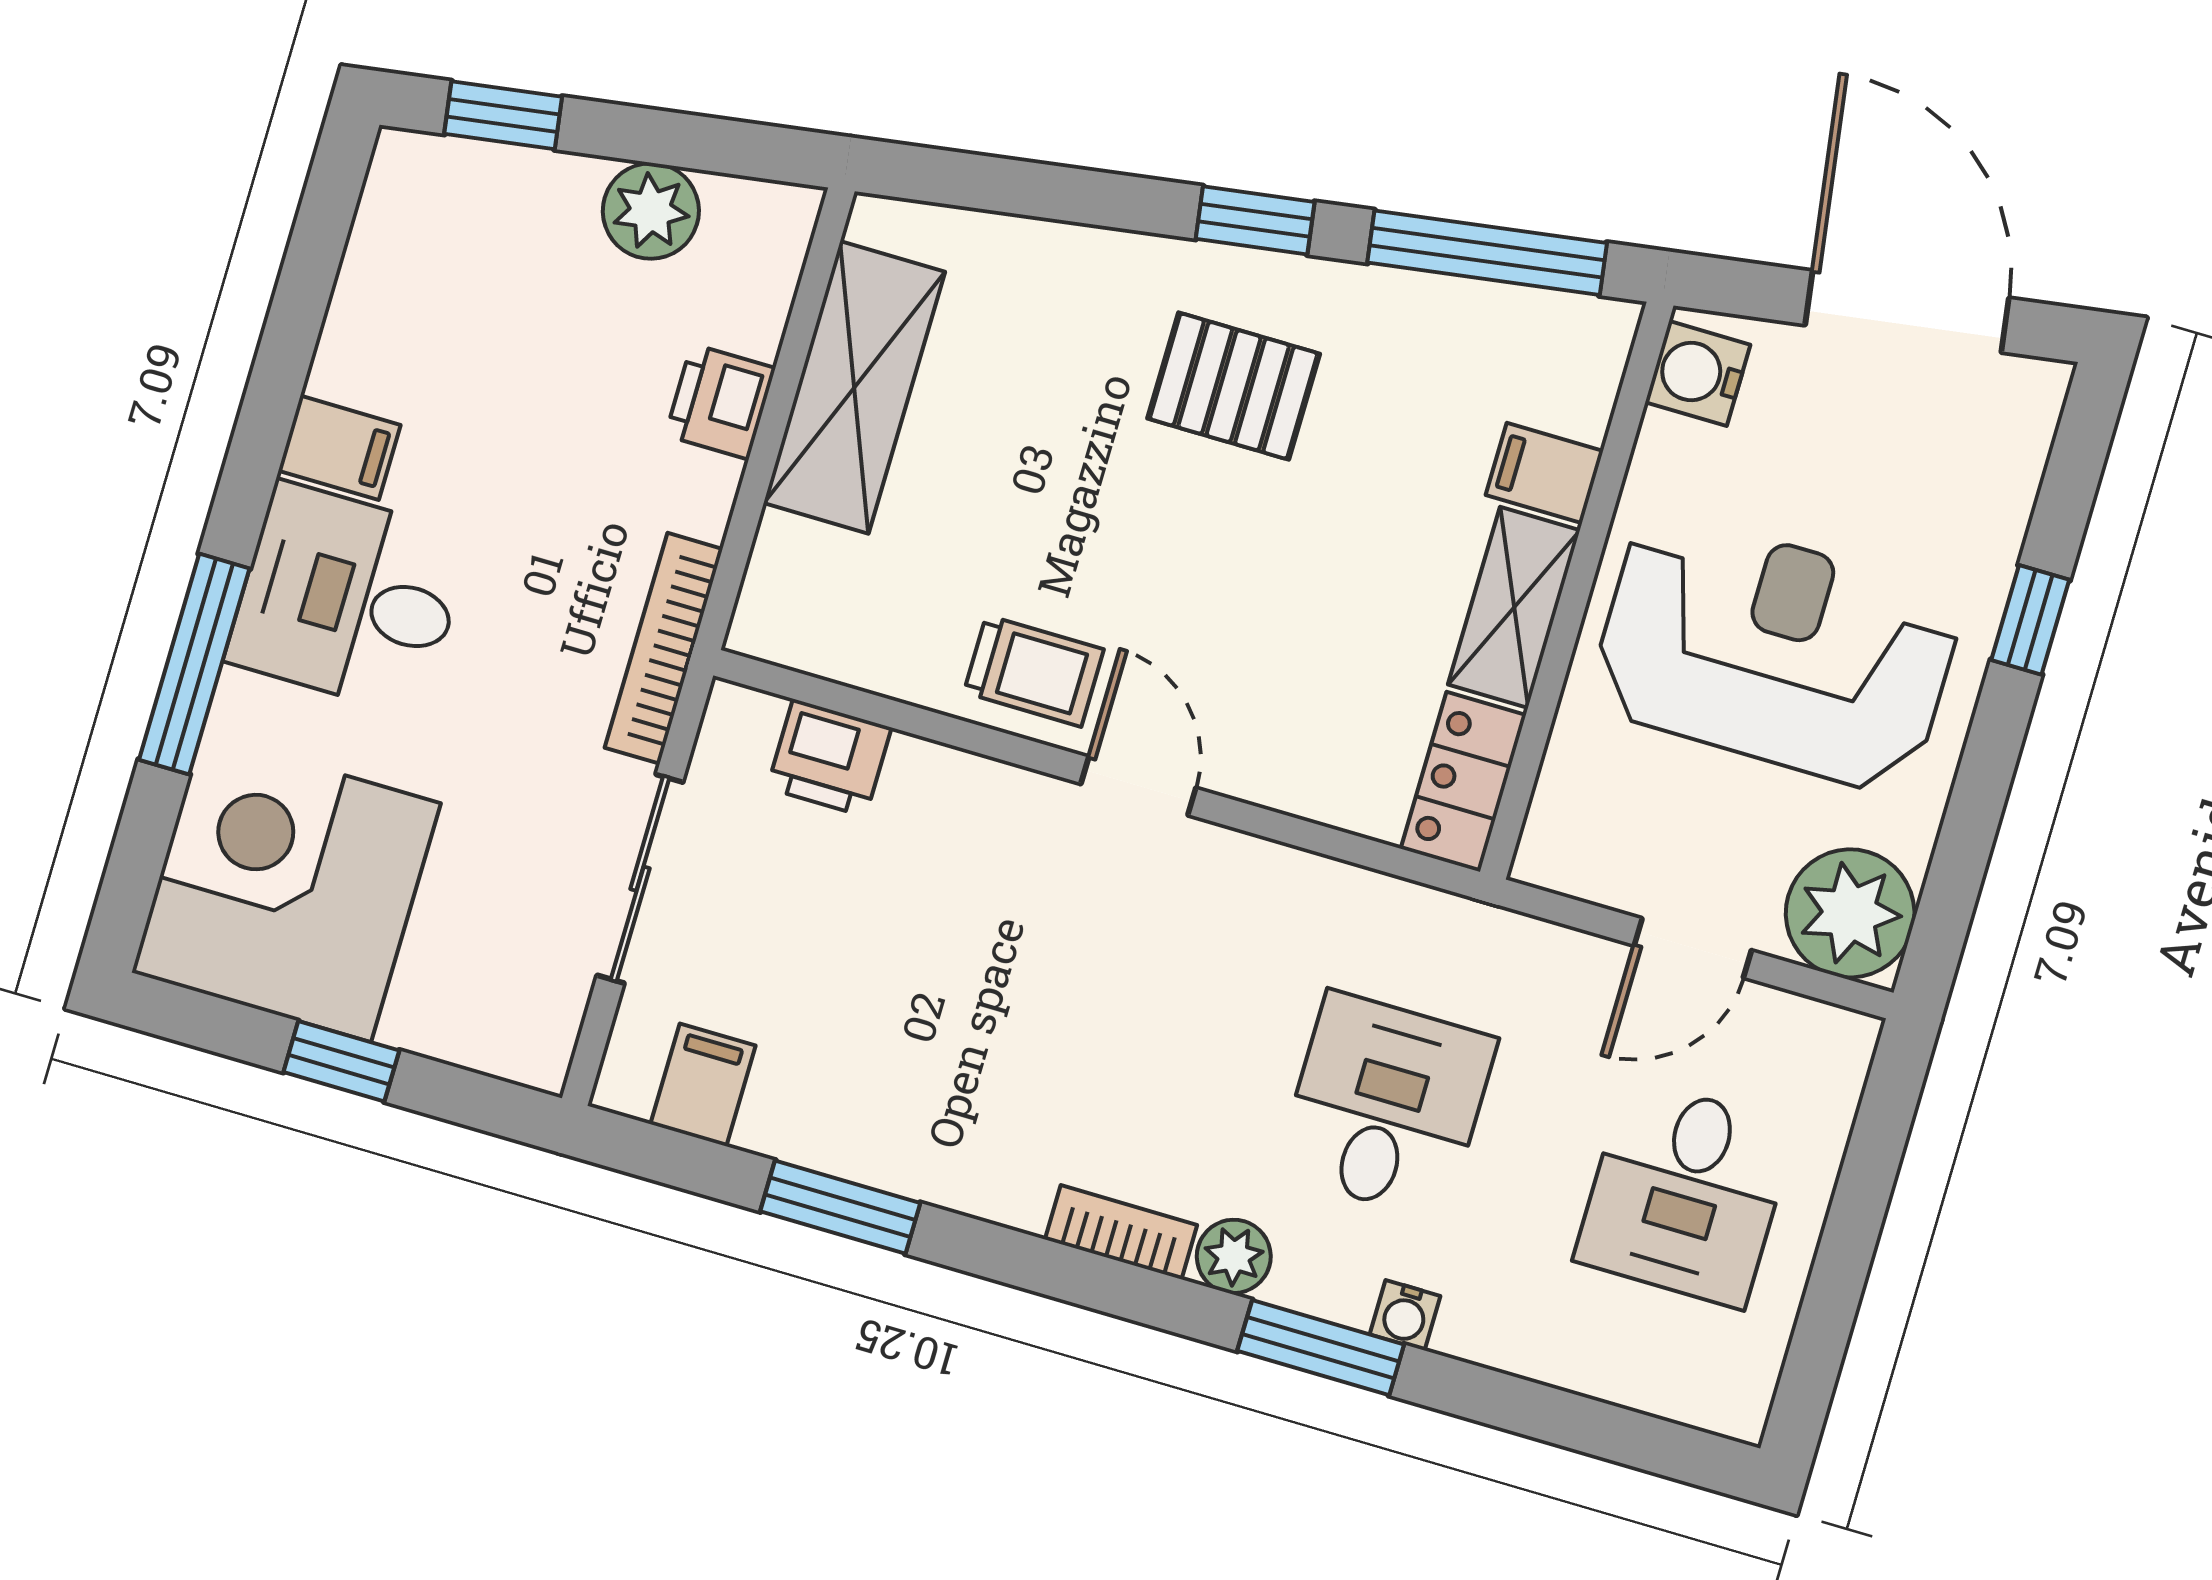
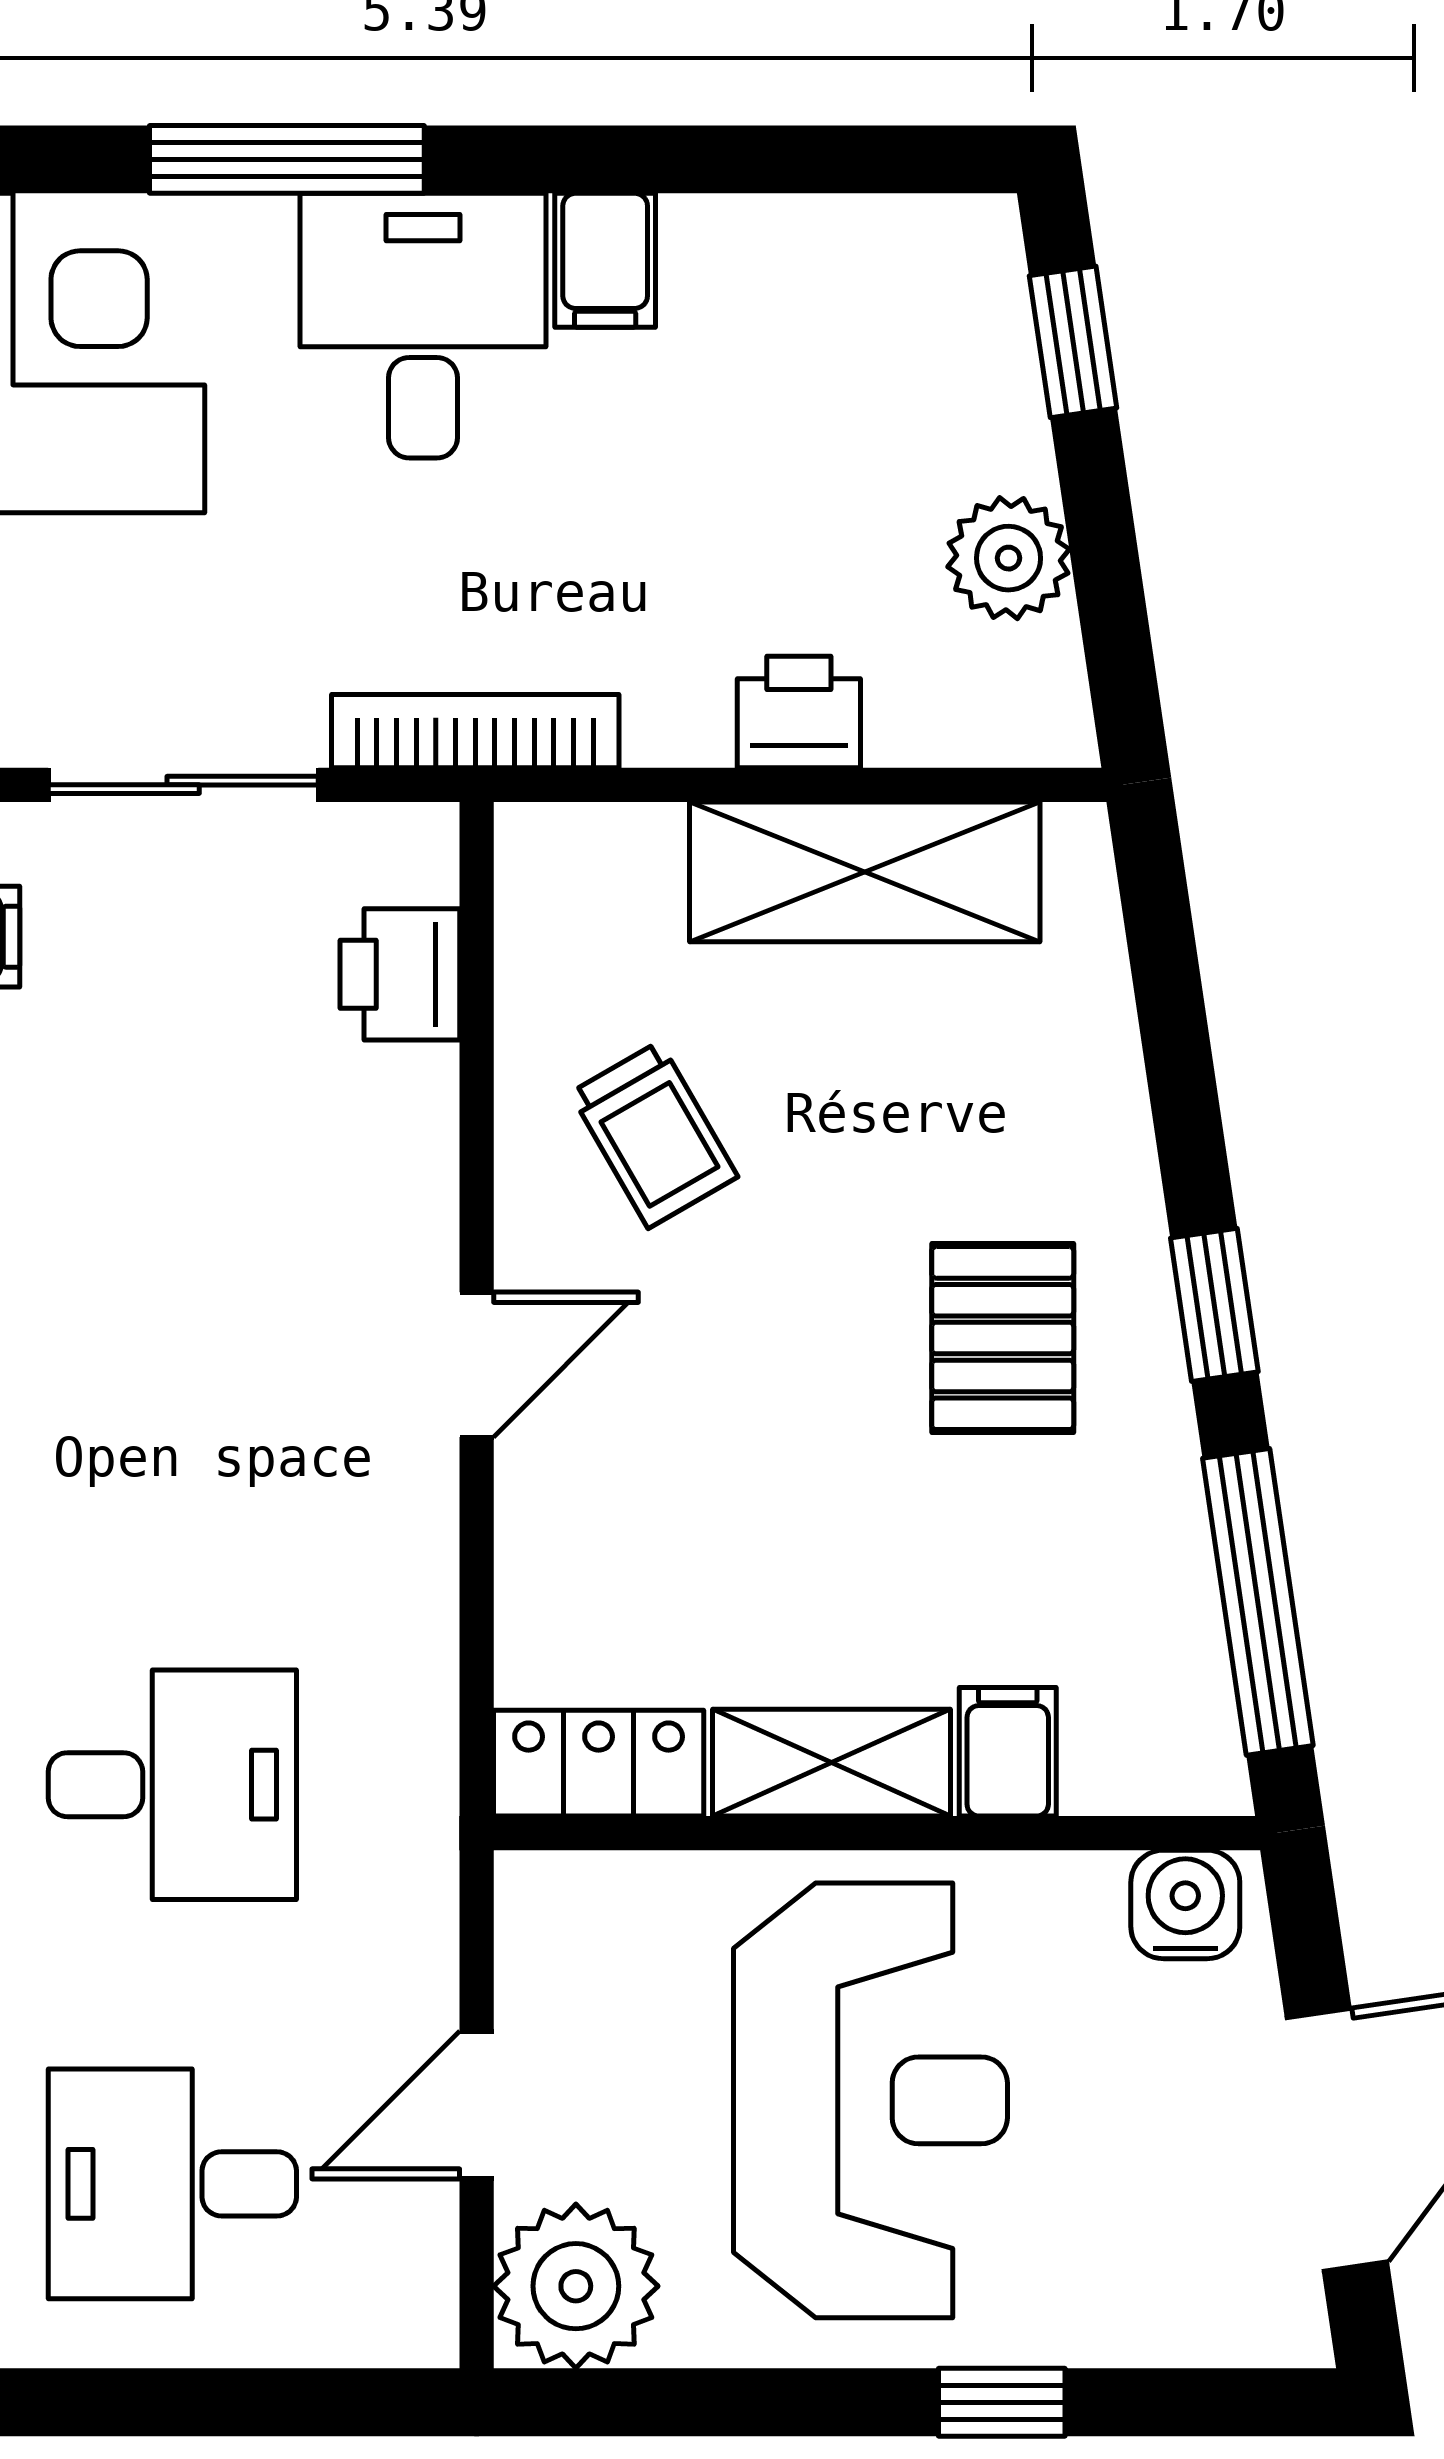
trolley: (1034, 671) -> (654, 1135), moved, turned -30
door: (1693, 948) -> (477, 2105), hinge flipped

